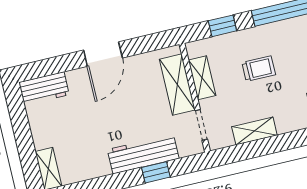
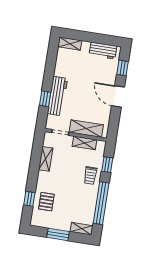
window: (53, 66) -> (123, 68), added
trolley: (259, 69) -> (90, 176), moved
workbench: (44, 88) -> (103, 51), moved, turned -90

